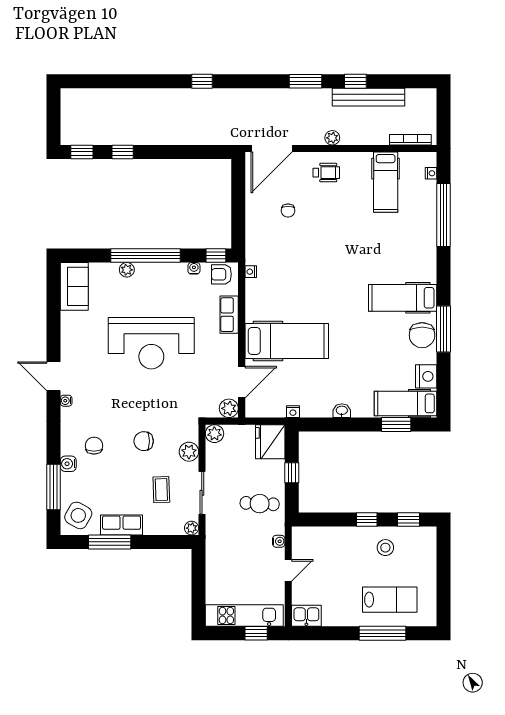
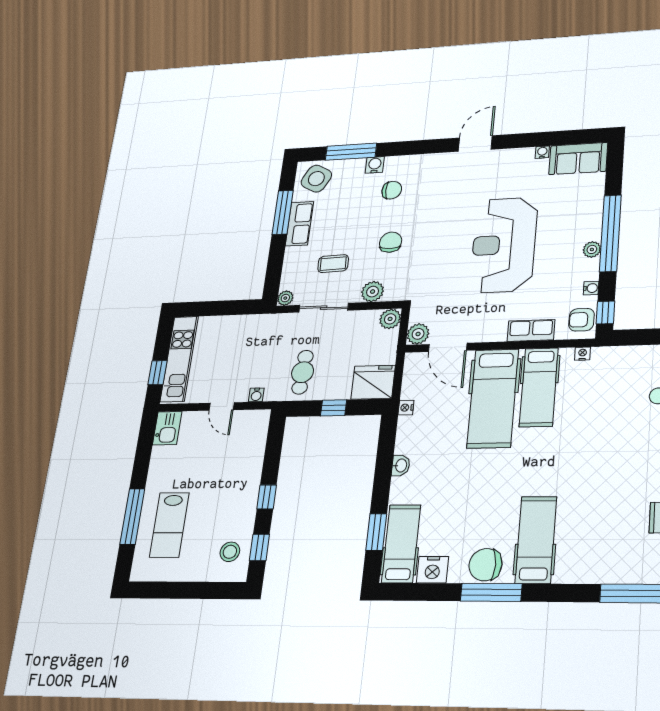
plant: (127, 270) -> (592, 249), moved
armchair: (221, 274) -> (581, 320), turned -90
hospital bed: (278, 305) -> (539, 387), added
water cooler: (66, 401) -> (542, 152), moved
stool: (385, 548) -> (230, 552), moved

